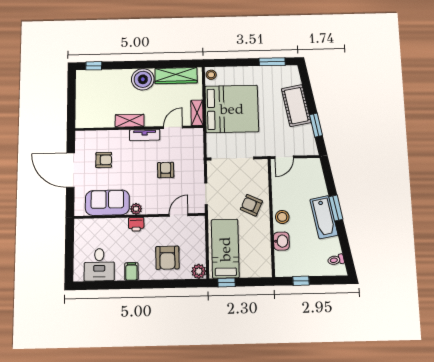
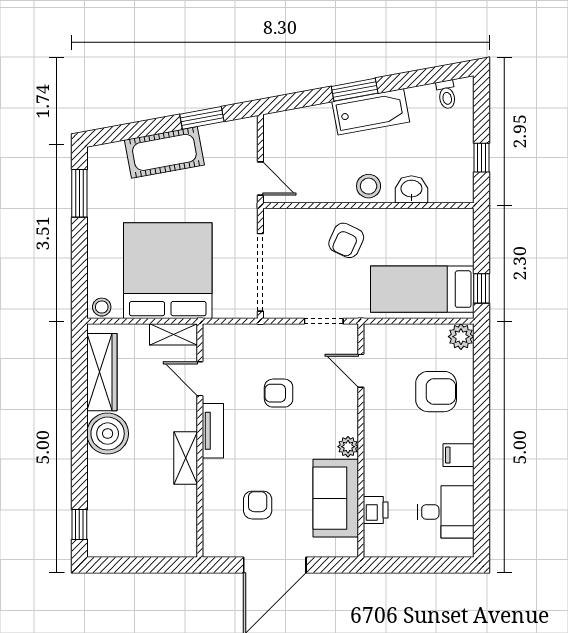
printer: (136, 224) -> (376, 510), moved

